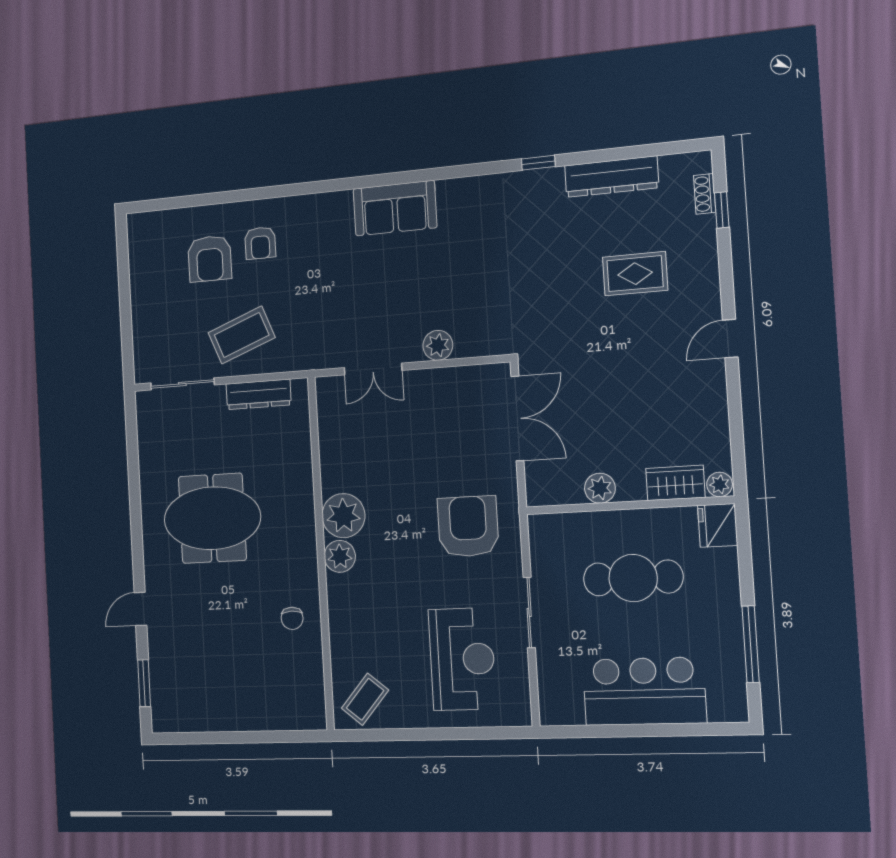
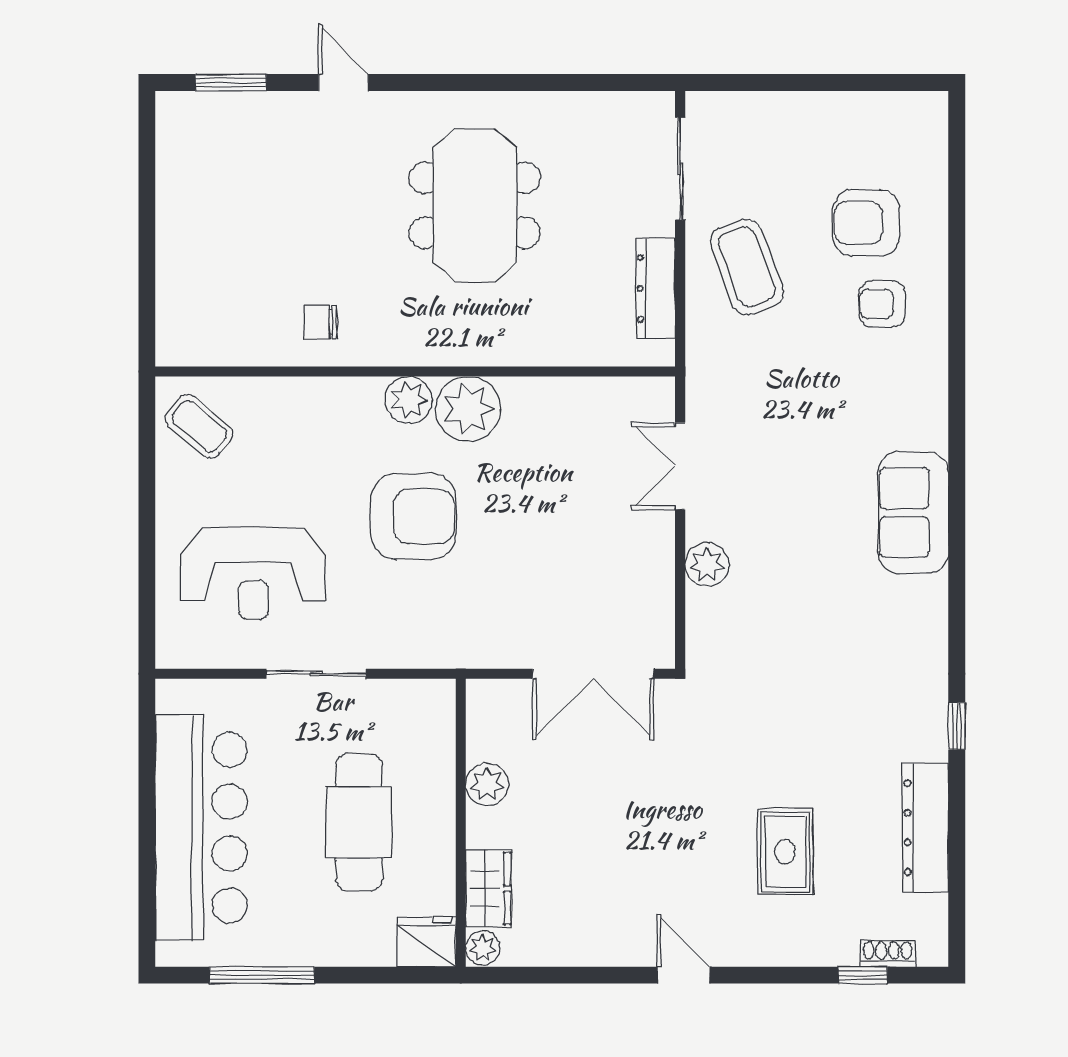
armchair: (468, 526) -> (414, 516), moved
bar counter: (644, 691) -> (201, 828), width x1.36

